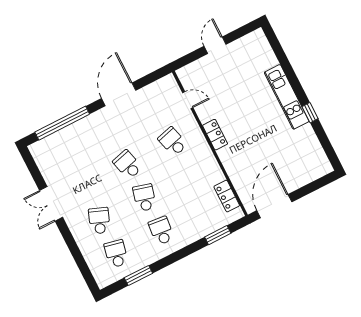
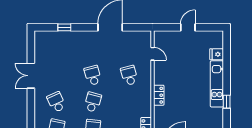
fridge: (268, 60) -> (217, 54), added
window: (62, 123) -> (64, 27), width x0.32
locker: (215, 135) -> (159, 95), moved
school desk: (99, 221) -> (56, 102), turned -45

